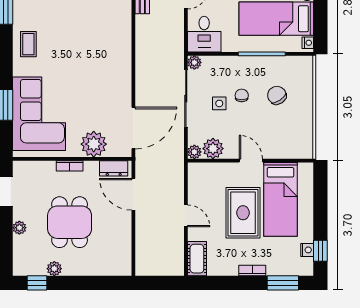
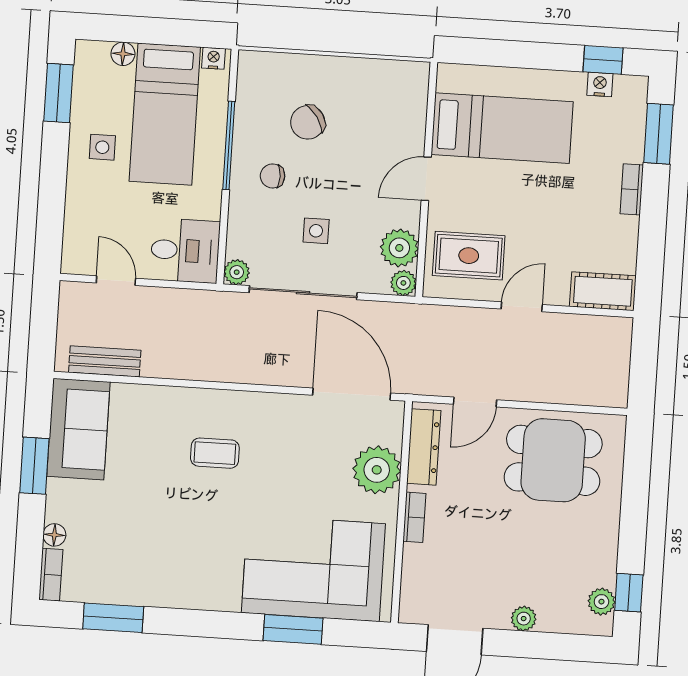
coffee table: (28, 44) -> (215, 453), moved
chair: (242, 95) -> (273, 176), moved
dresser: (114, 168) -> (424, 447), width x1.44
door: (133, 194) -> (475, 402), width x0.73
rug: (243, 213) -> (469, 256), moved, width x0.73, depth x0.70
dining table: (70, 222) -> (553, 460), moved
plant: (54, 269) -> (601, 602), moved

